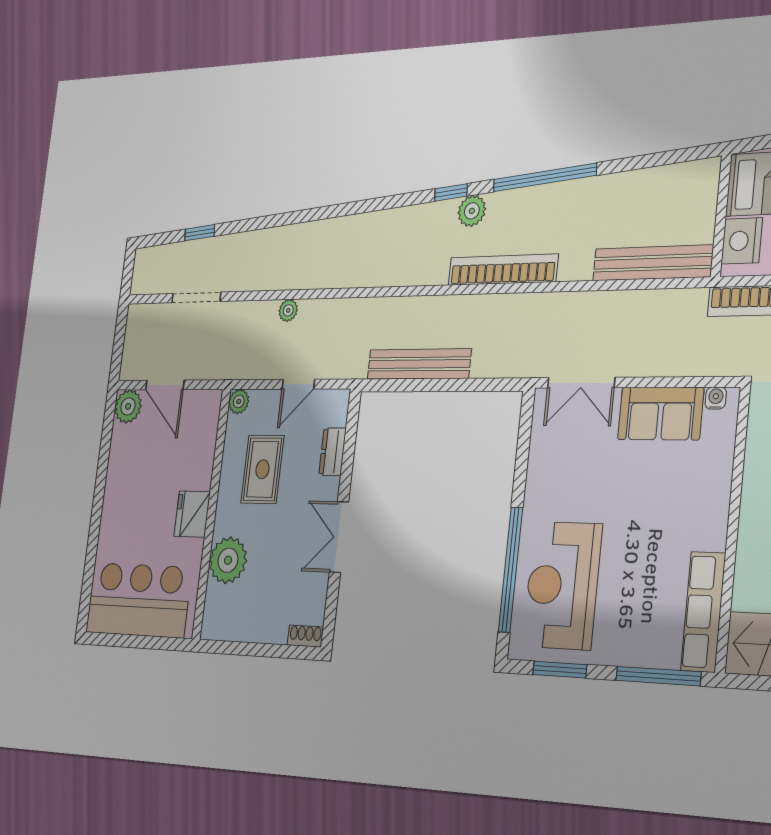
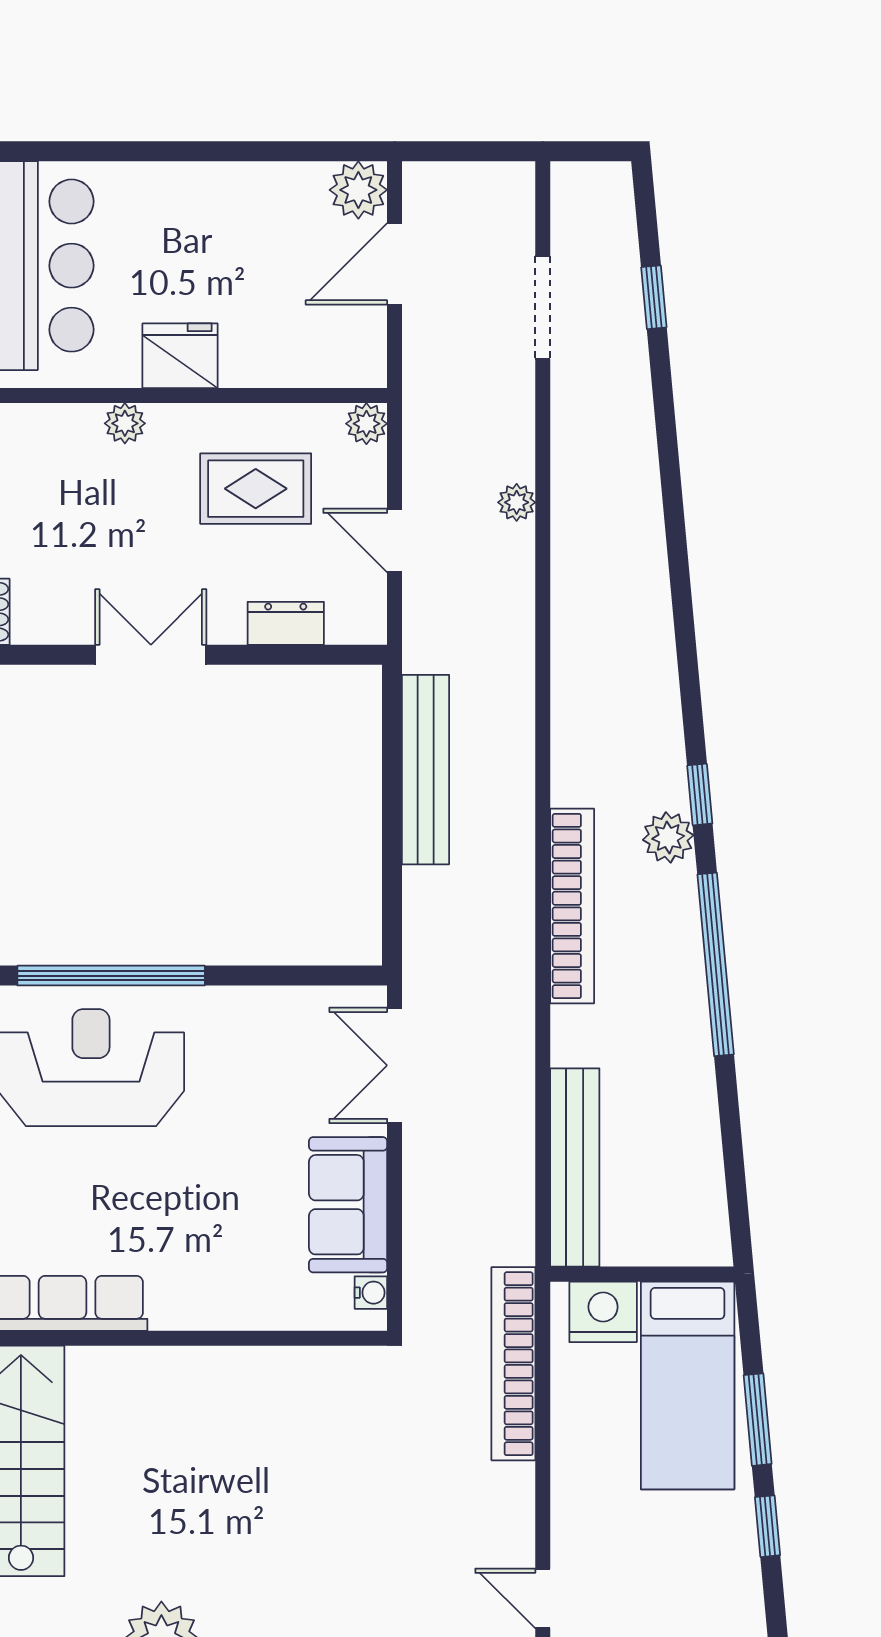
plant: (228, 560) -> (125, 423), width x0.53, depth x0.53

